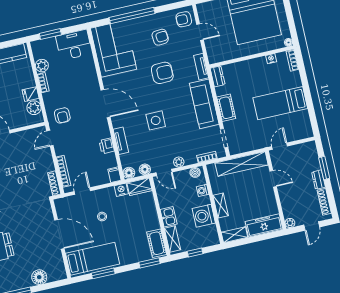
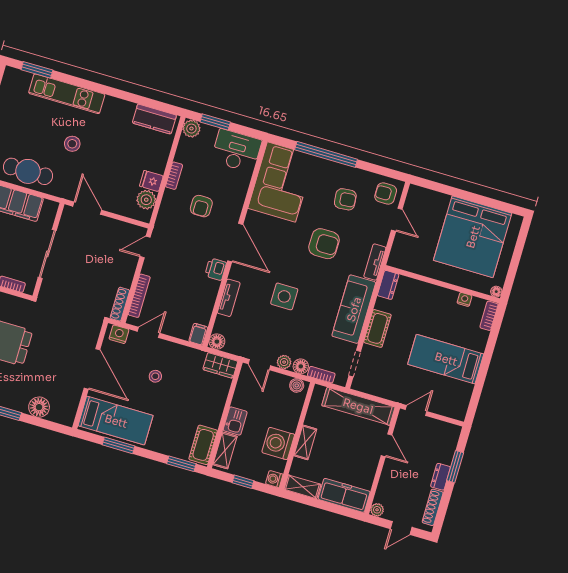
plant: (42, 66) -> (191, 129), moved
armchair: (62, 115) -> (201, 206), moved
printer: (107, 146) -> (216, 269), moved
floor lamp: (145, 169) -> (301, 366), moved
nightstand: (121, 190) -> (119, 334), moved
washing machine: (203, 190) -> (274, 479), moved

